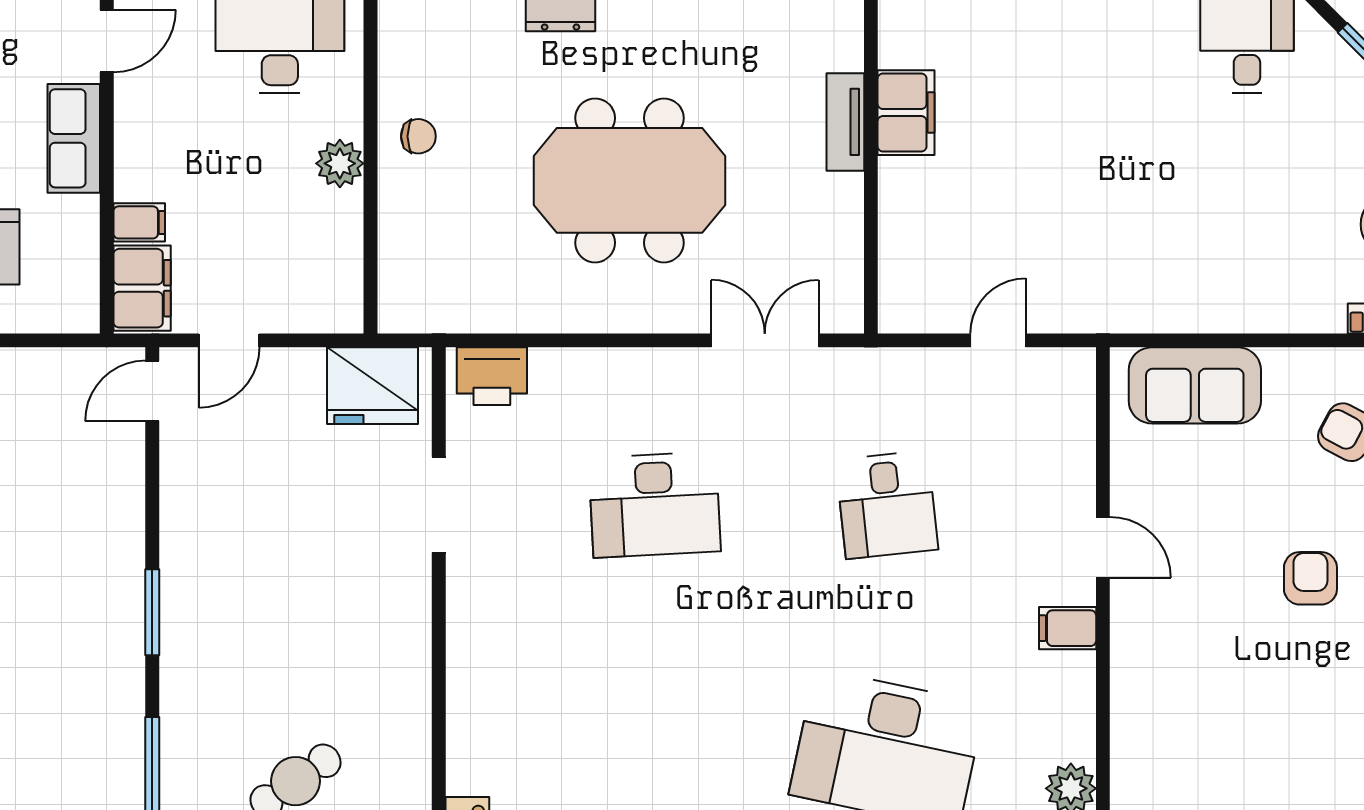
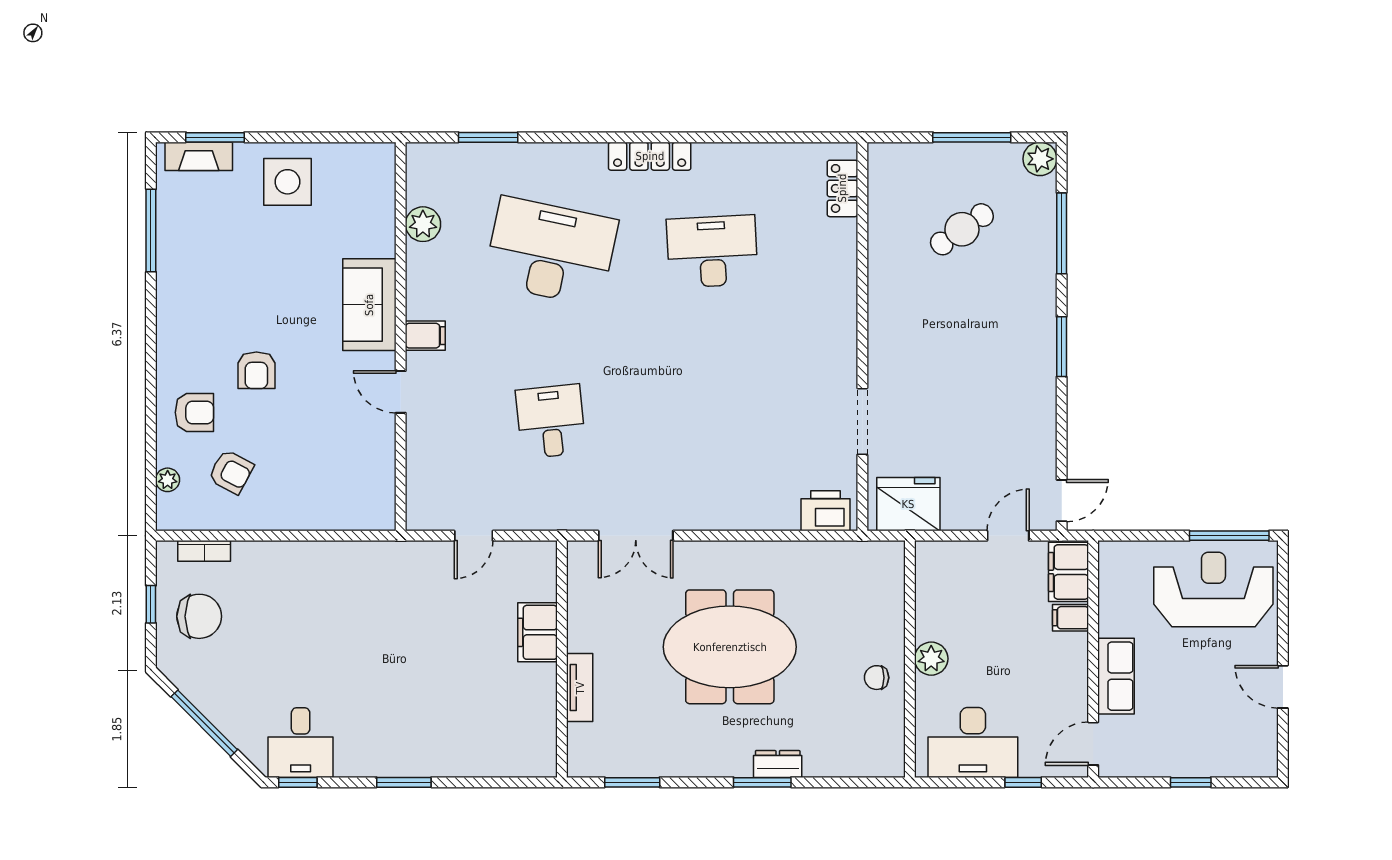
filing cabinet: (906, 113) -> (538, 632), moved
sofa: (1195, 385) -> (369, 305), moved, turned -90
desk: (655, 505) -> (712, 251), moved

